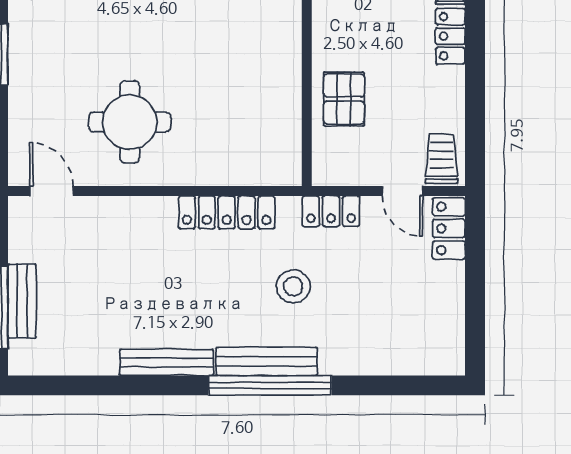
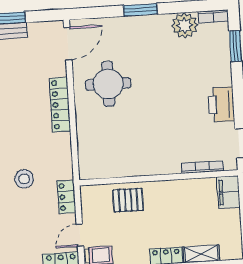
door: (52, 191) -> (68, 44), width x1.38
locker: (227, 212) -> (60, 105), moved

